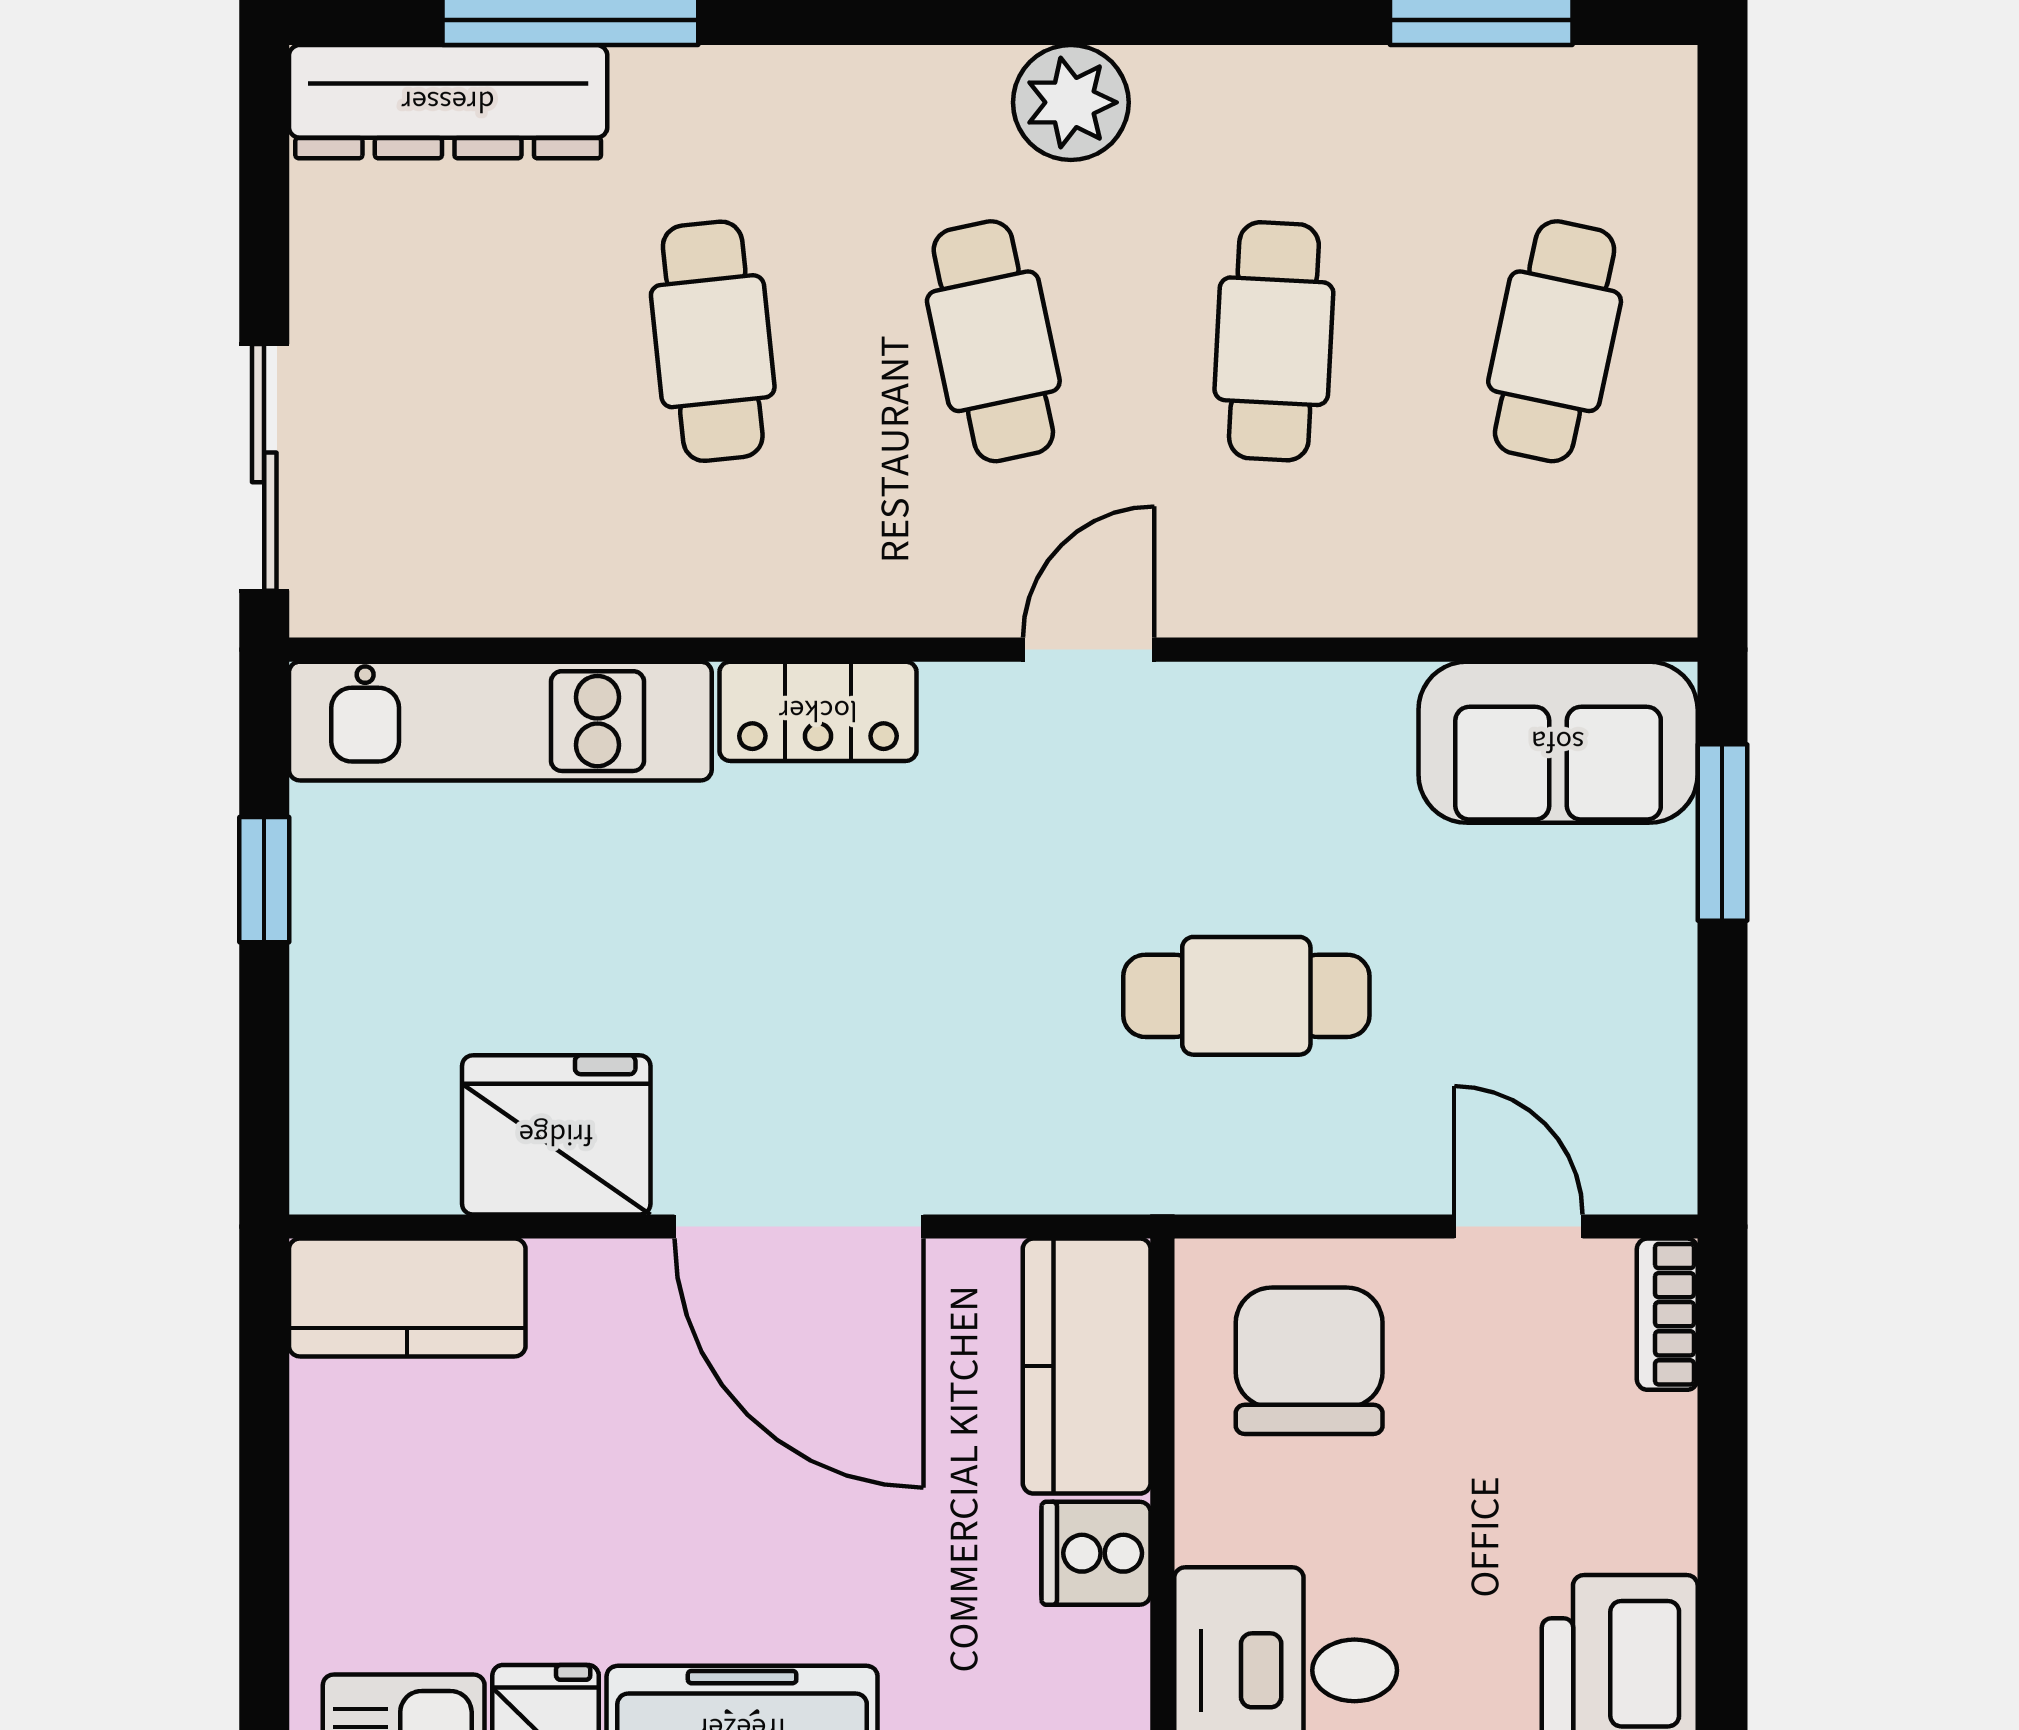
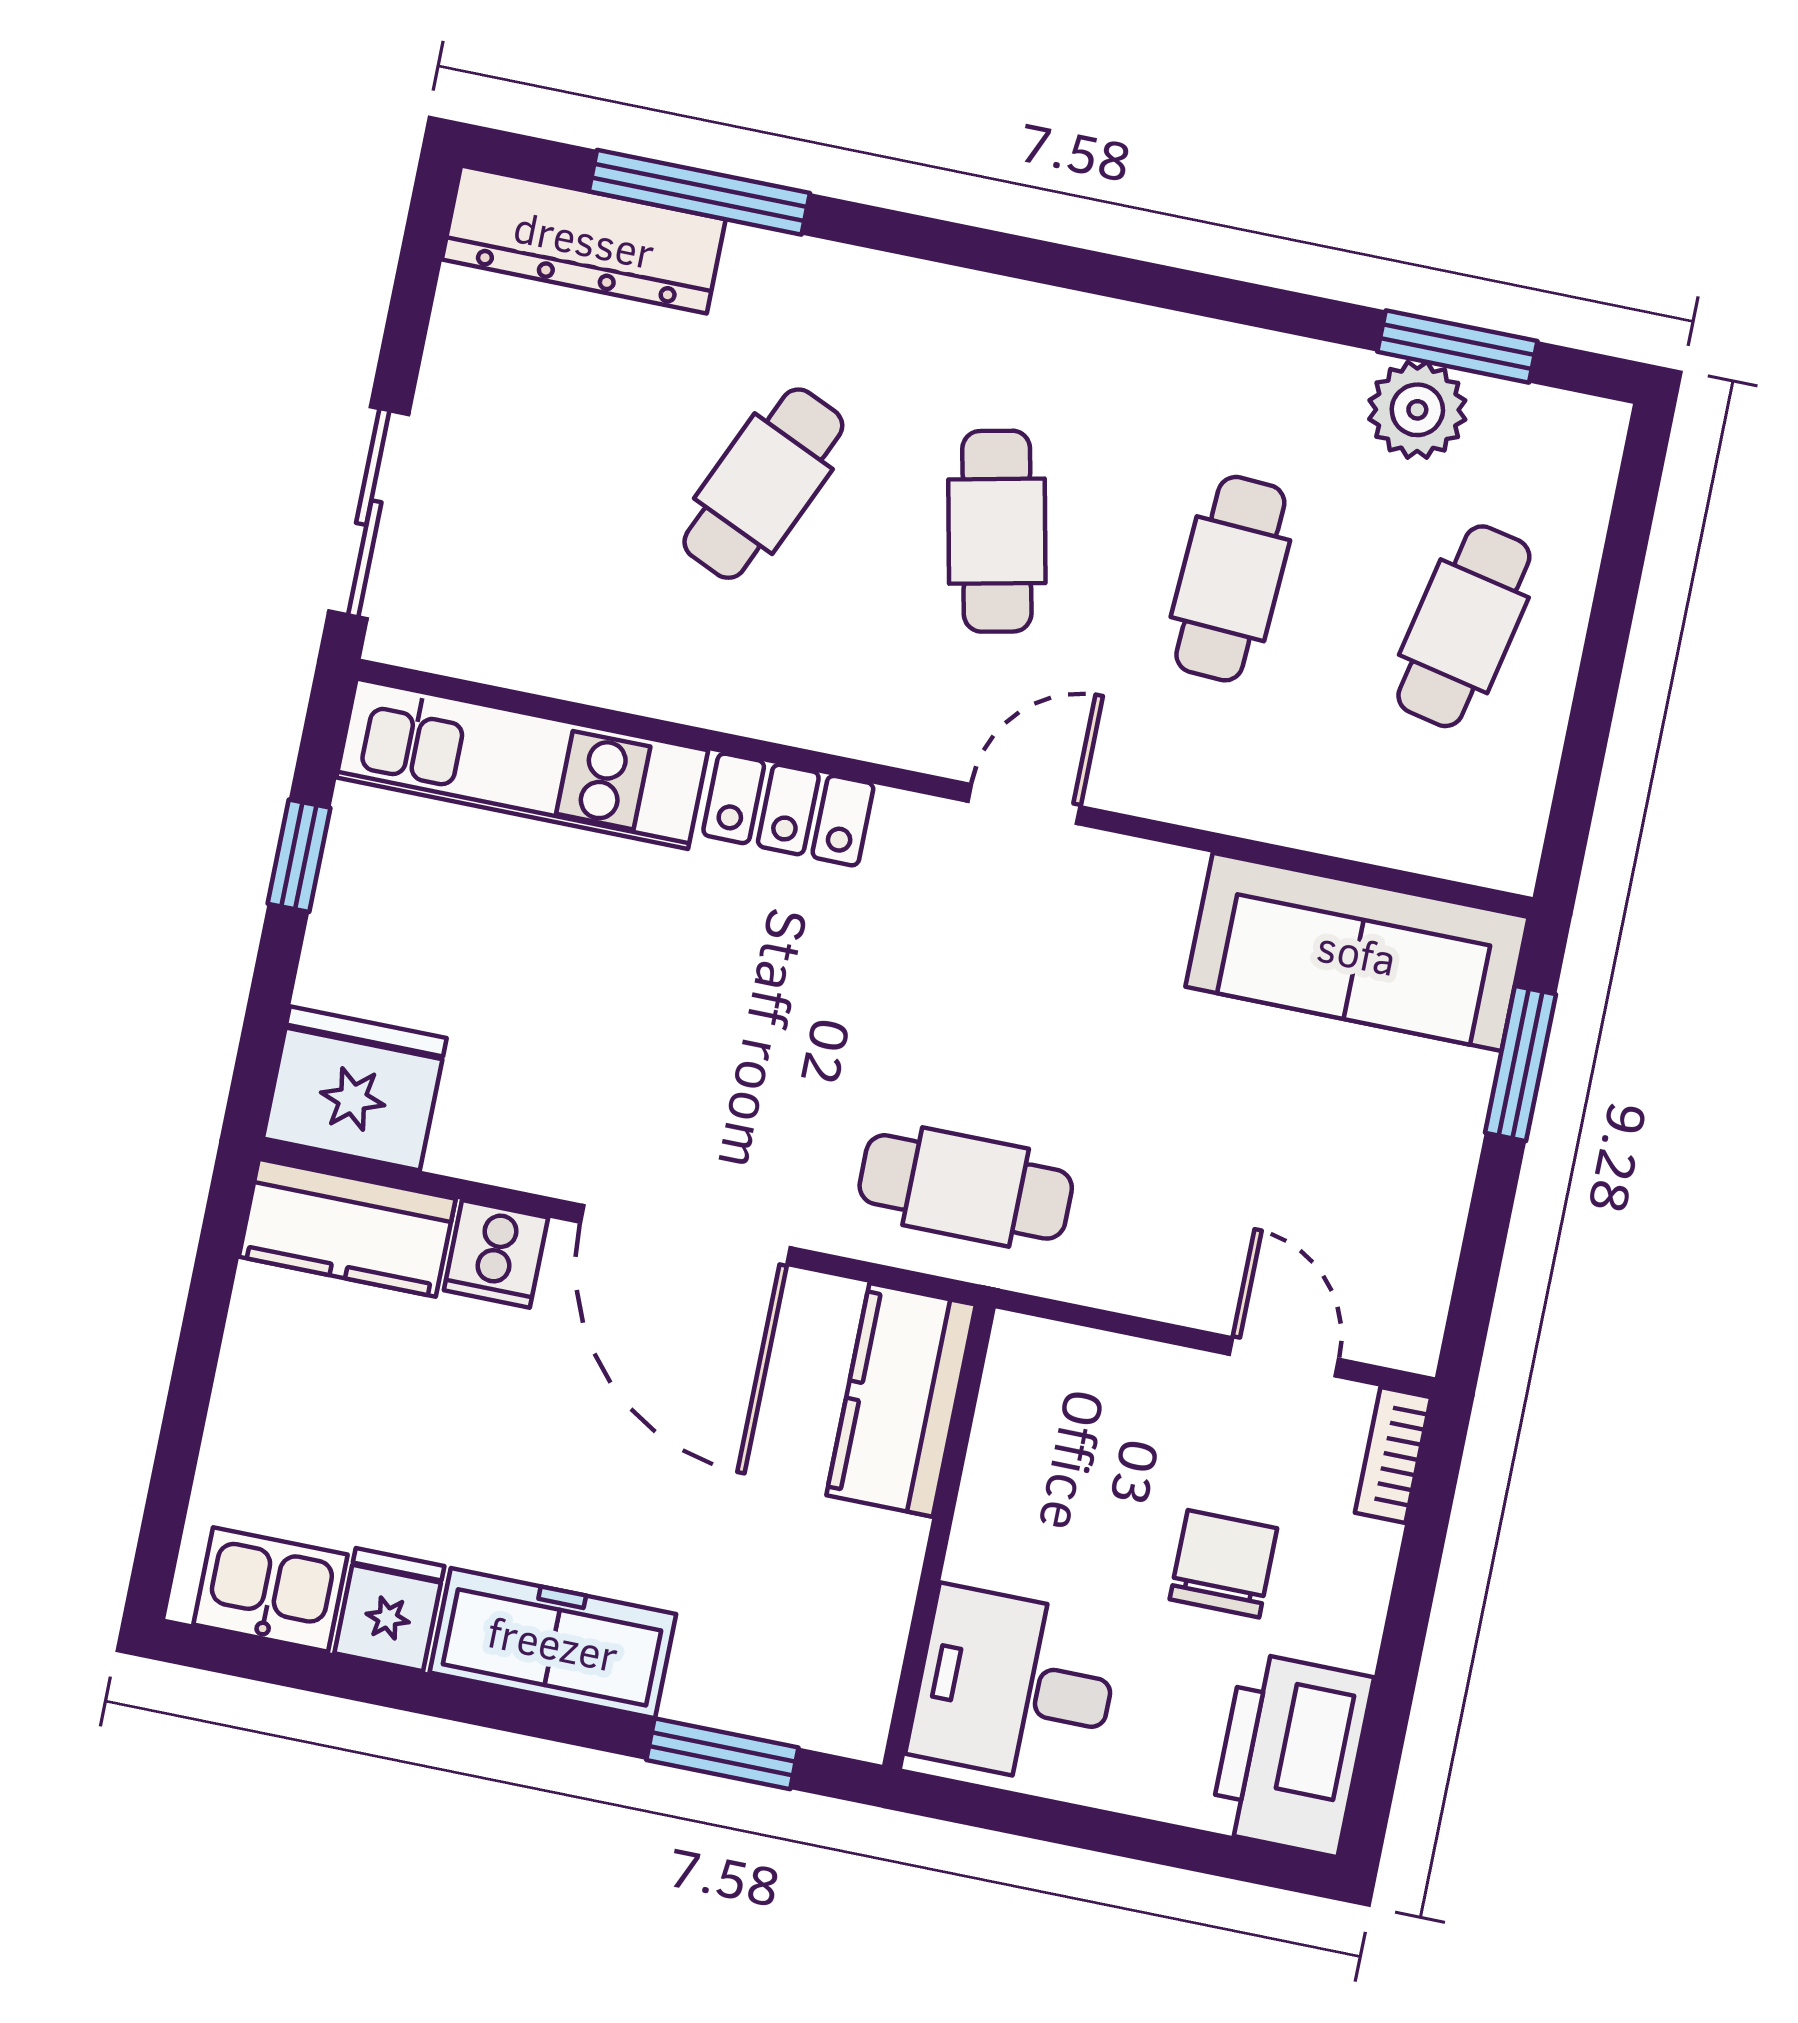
plant: (1071, 102) -> (1417, 410), moved
cafe table: (713, 341) -> (763, 484), turned 30
sofa: (1558, 742) -> (1357, 952), width x1.36
cafe table: (1246, 996) -> (966, 1187), moved
fridge: (556, 1135) -> (355, 1088), moved
chair: (1309, 1361) -> (1223, 1564), moved, width x0.73, depth x0.73
cooker: (1096, 1553) -> (496, 1254), moved, turned -90

